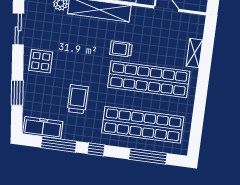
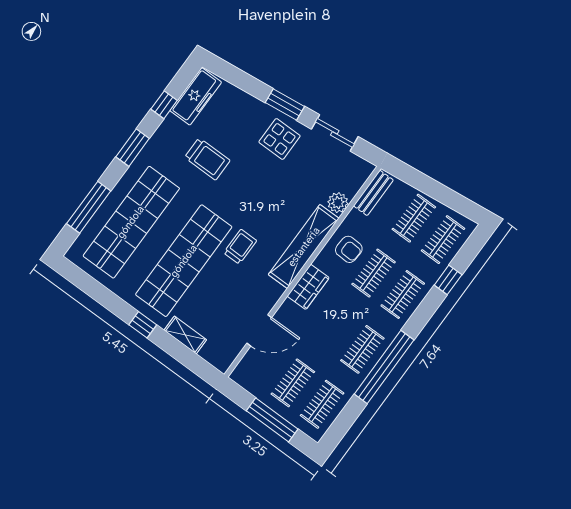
window: (203, 83) -> (143, 325), added
window: (17, 93) -> (285, 105), moved
window: (59, 144) -> (164, 105), width x0.46
window: (96, 149) -> (133, 148), width x1.50

